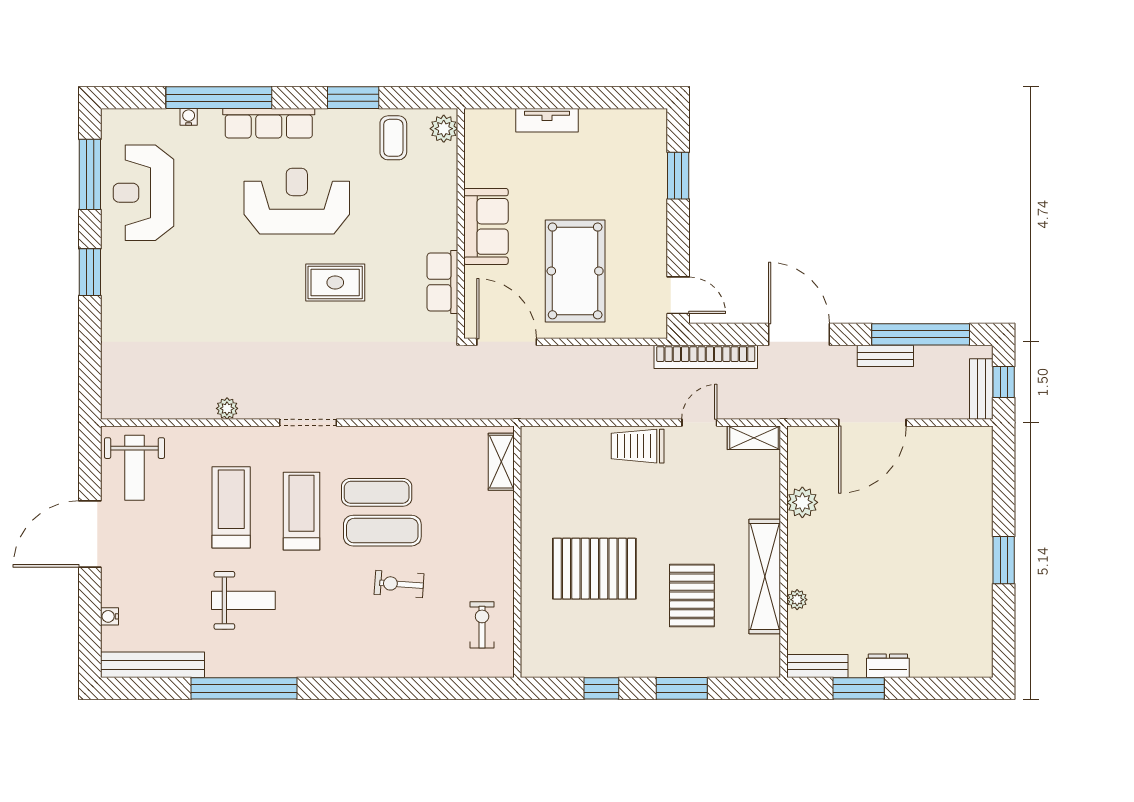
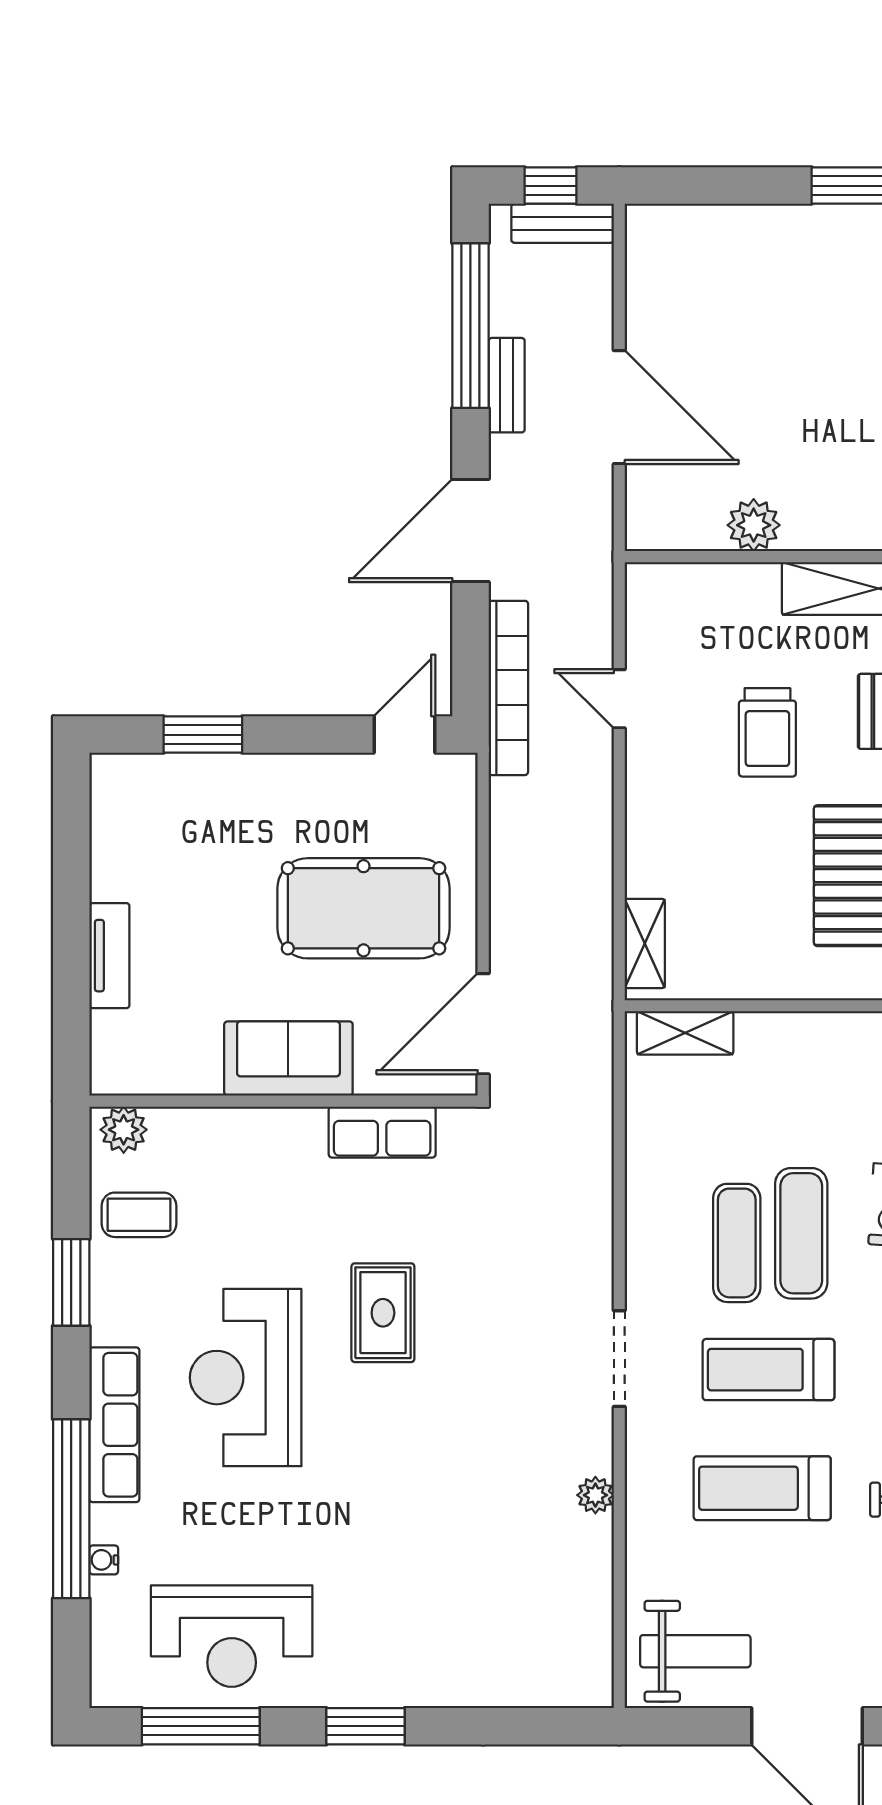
shelving: (754, 438) -> (645, 943), moved
trolley: (638, 446) -> (767, 732), moved

